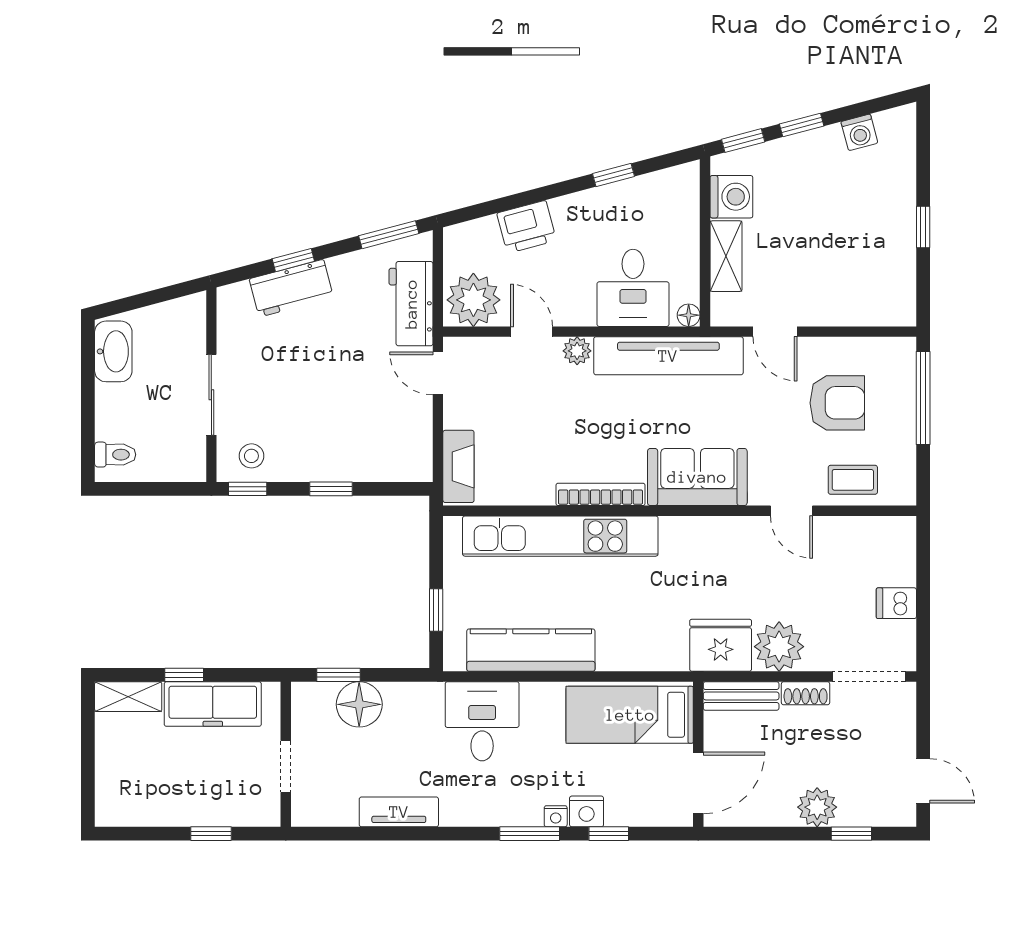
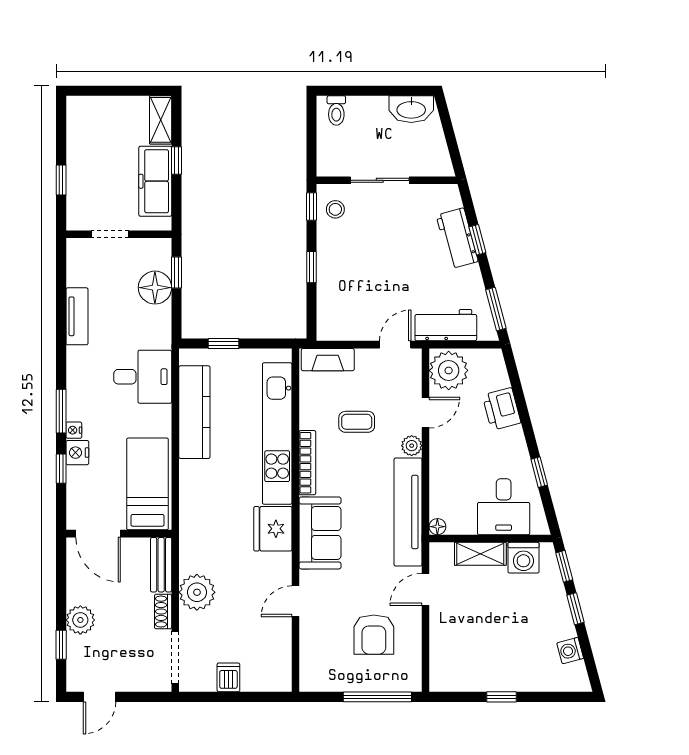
desk: (633, 288) -> (504, 507), moved, turned -90
coffee table: (853, 480) -> (357, 422), moved, turned 90
fridge: (721, 645) -> (273, 529), moved, turned 180

